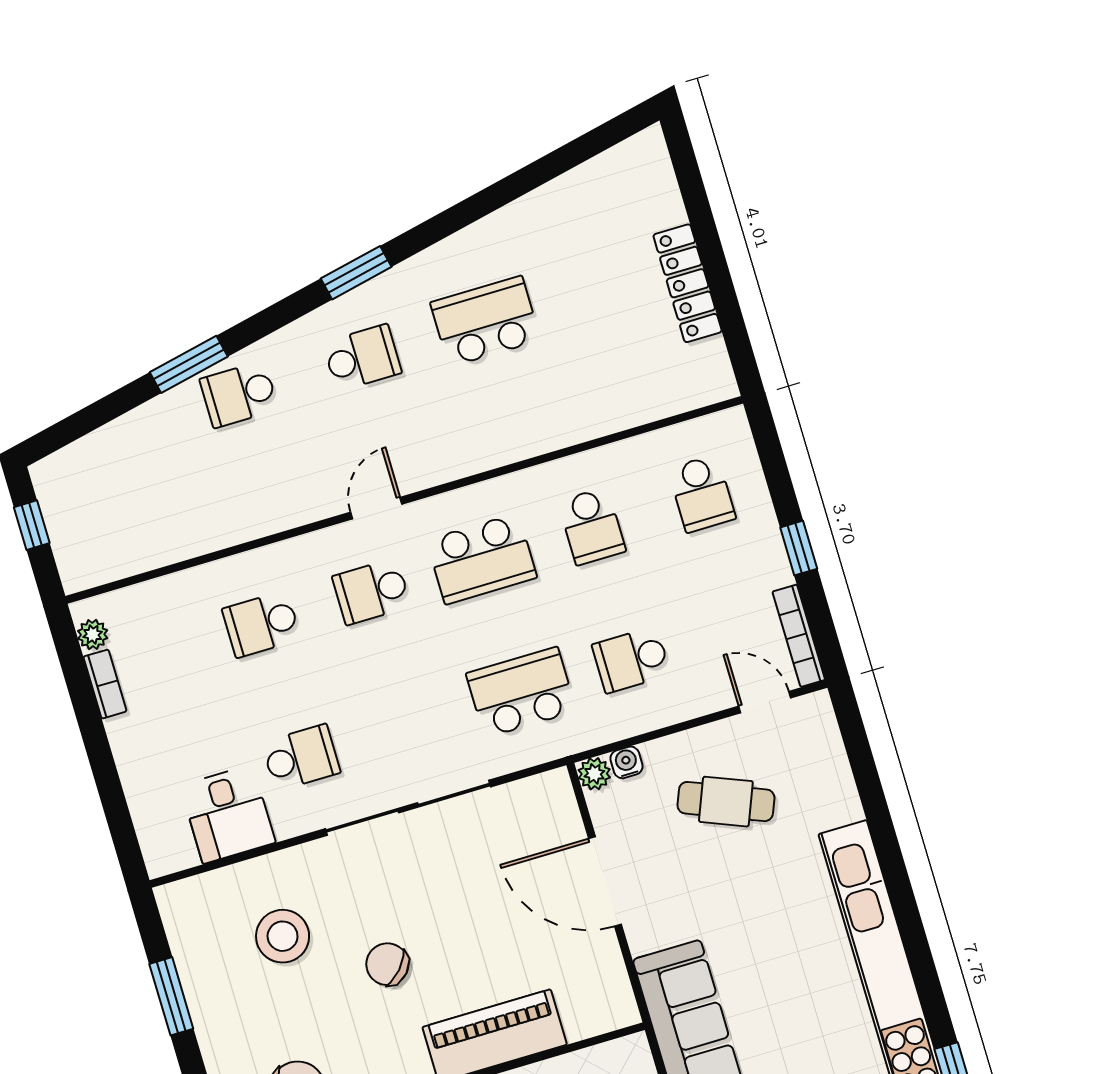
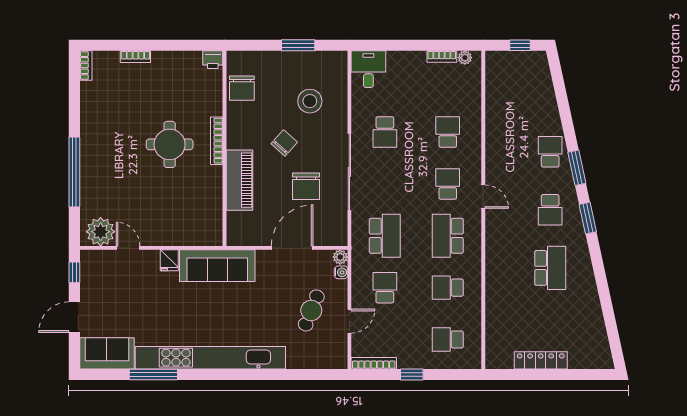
window: (189, 364) -> (577, 168), moved
door: (765, 702) -> (349, 321), moved
desk: (228, 814) -> (368, 69), moved, turned 90
chair: (466, 891) -> (306, 186), added

